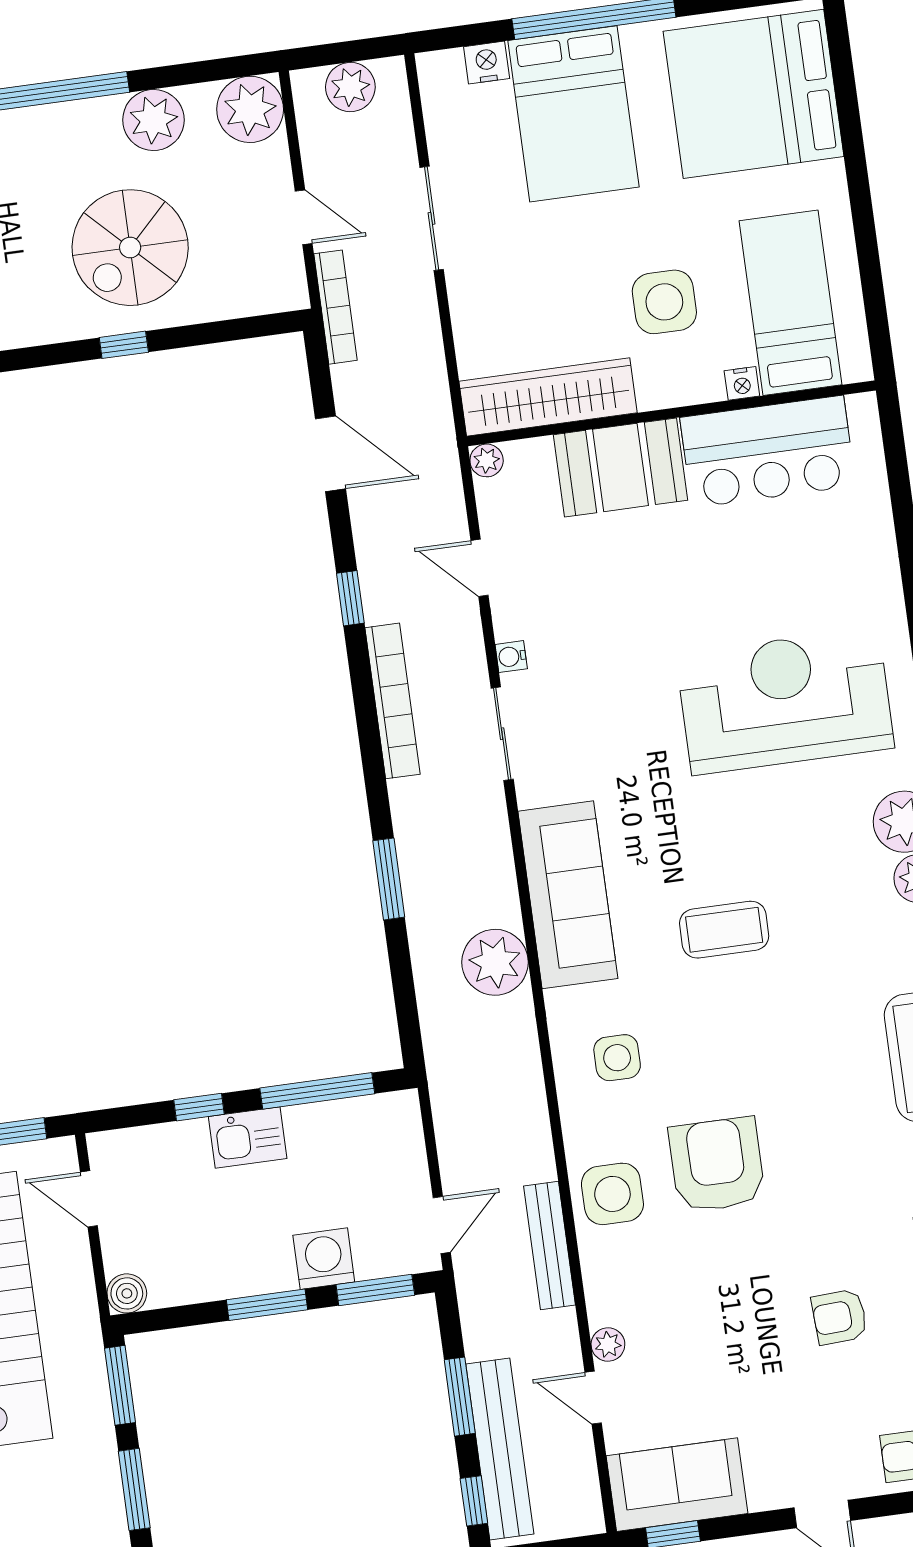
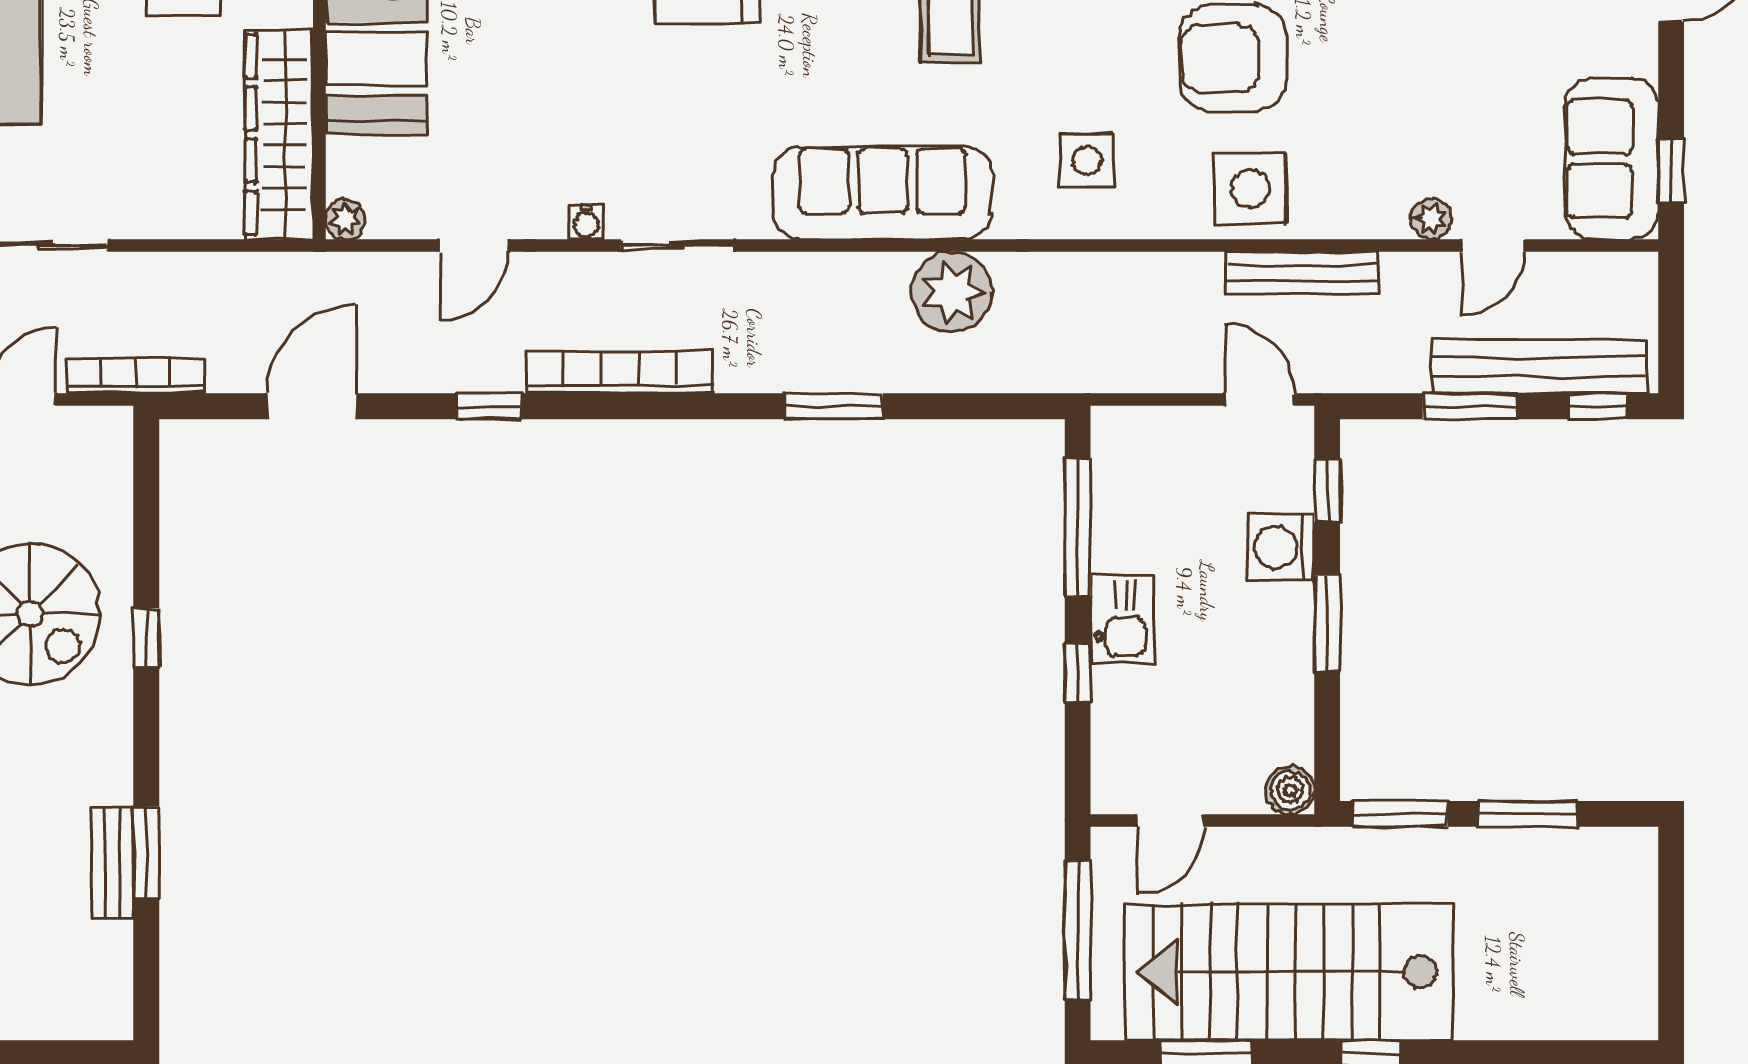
window: (375, 1290) -> (1327, 490), width x0.67

